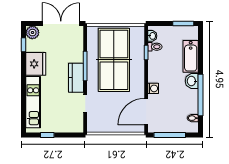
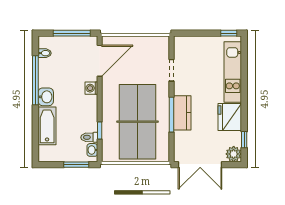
window: (183, 24) -> (76, 165), moved
kitchen counter: (76, 78) -> (182, 113), moved
window: (47, 135) -> (229, 33), moved

